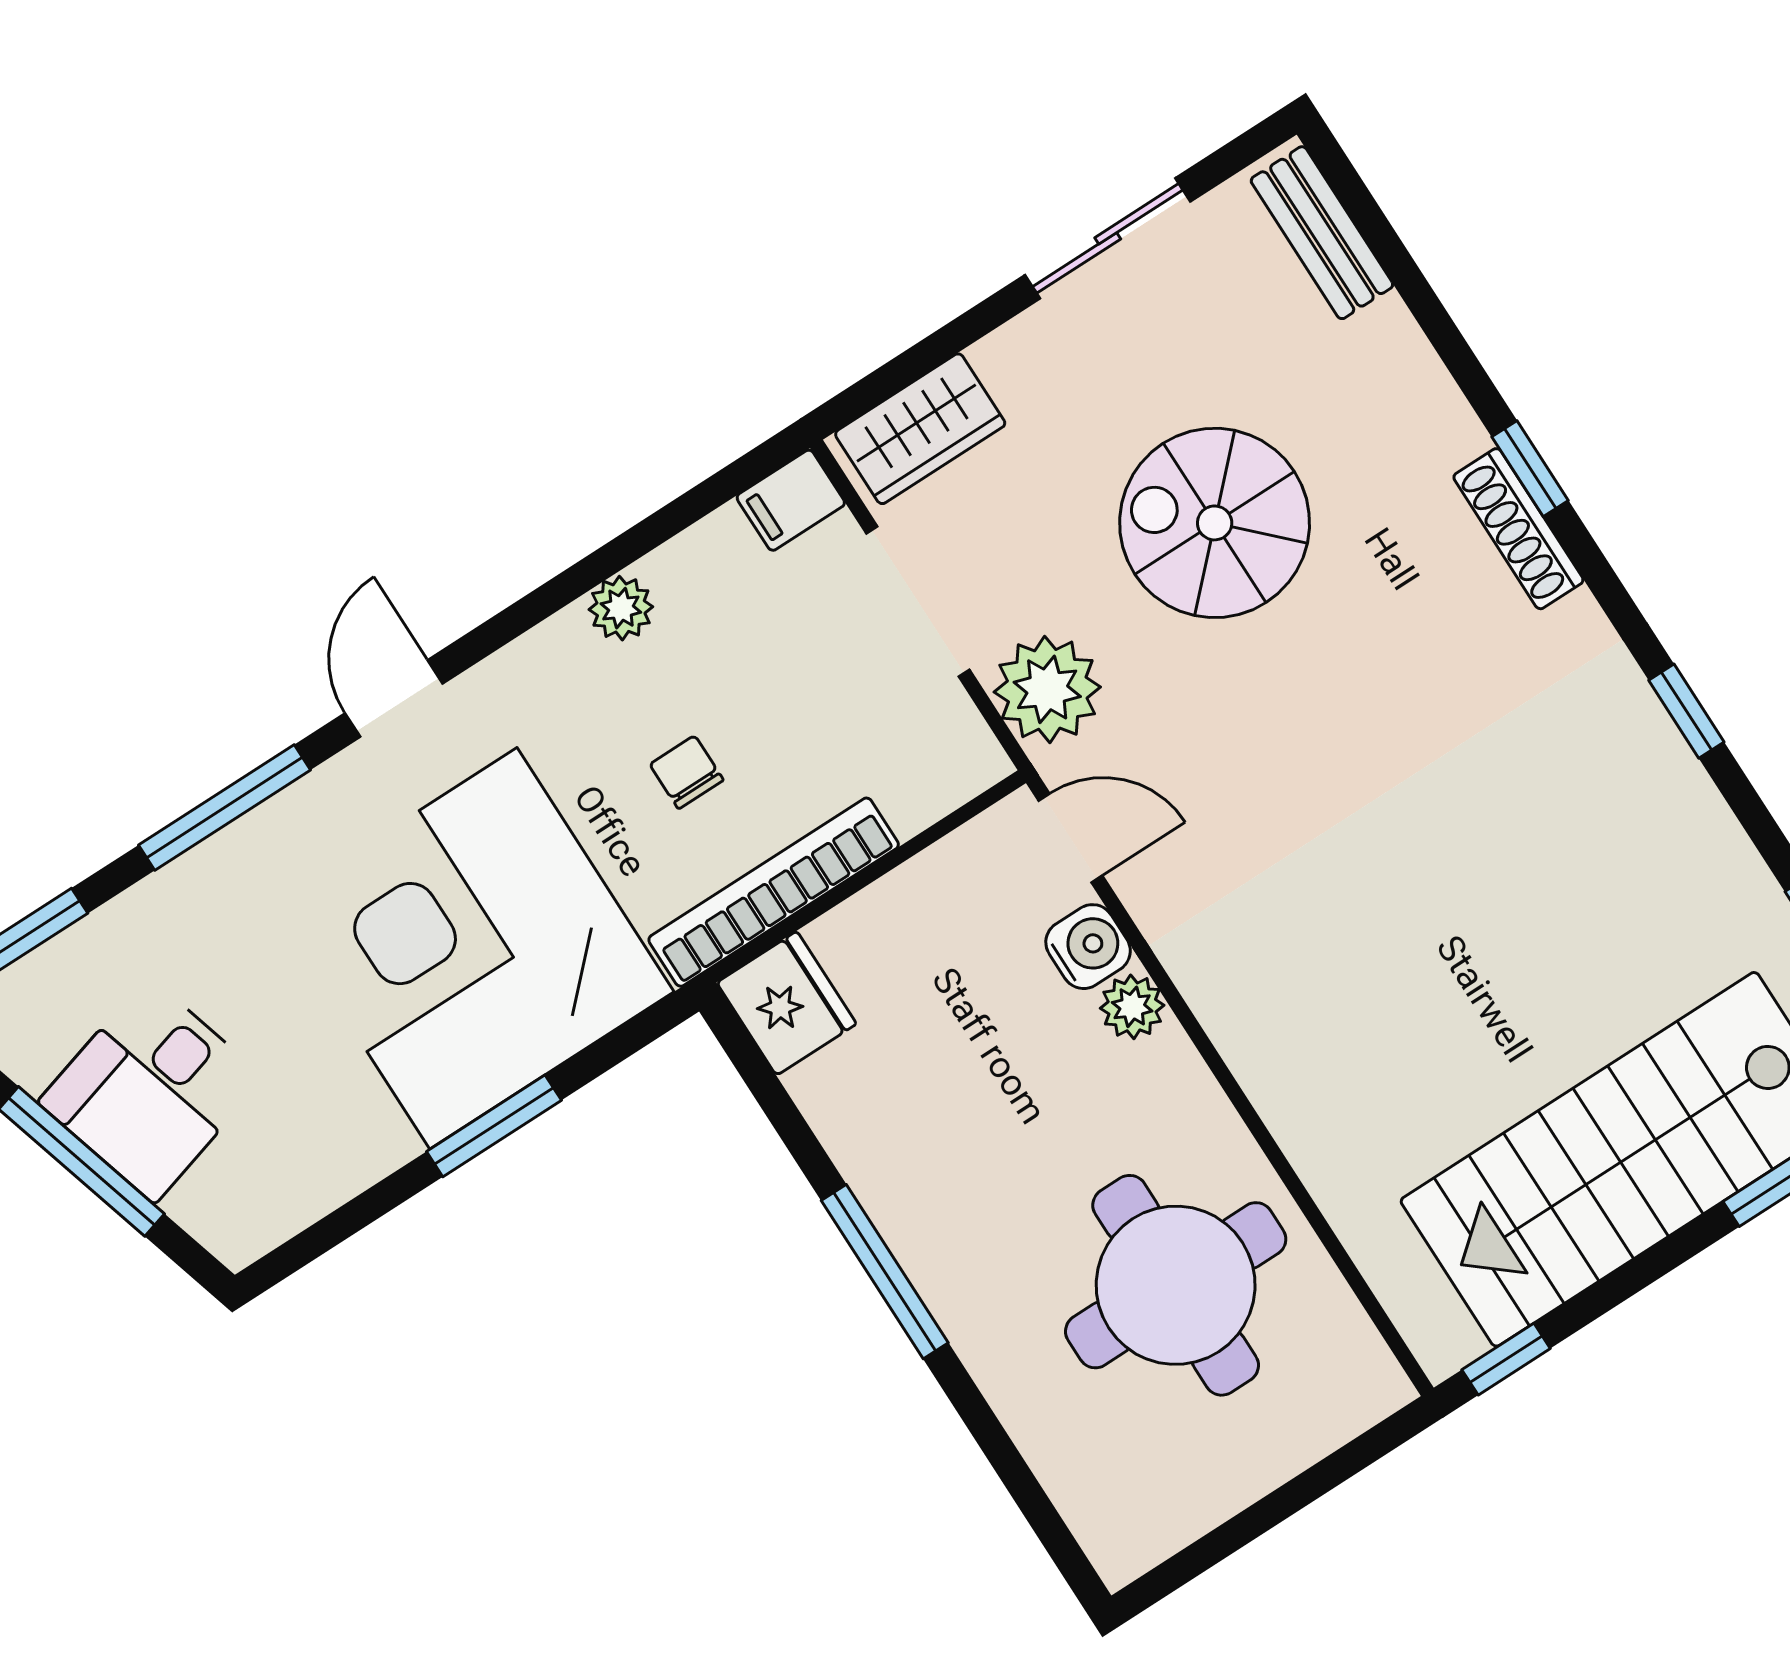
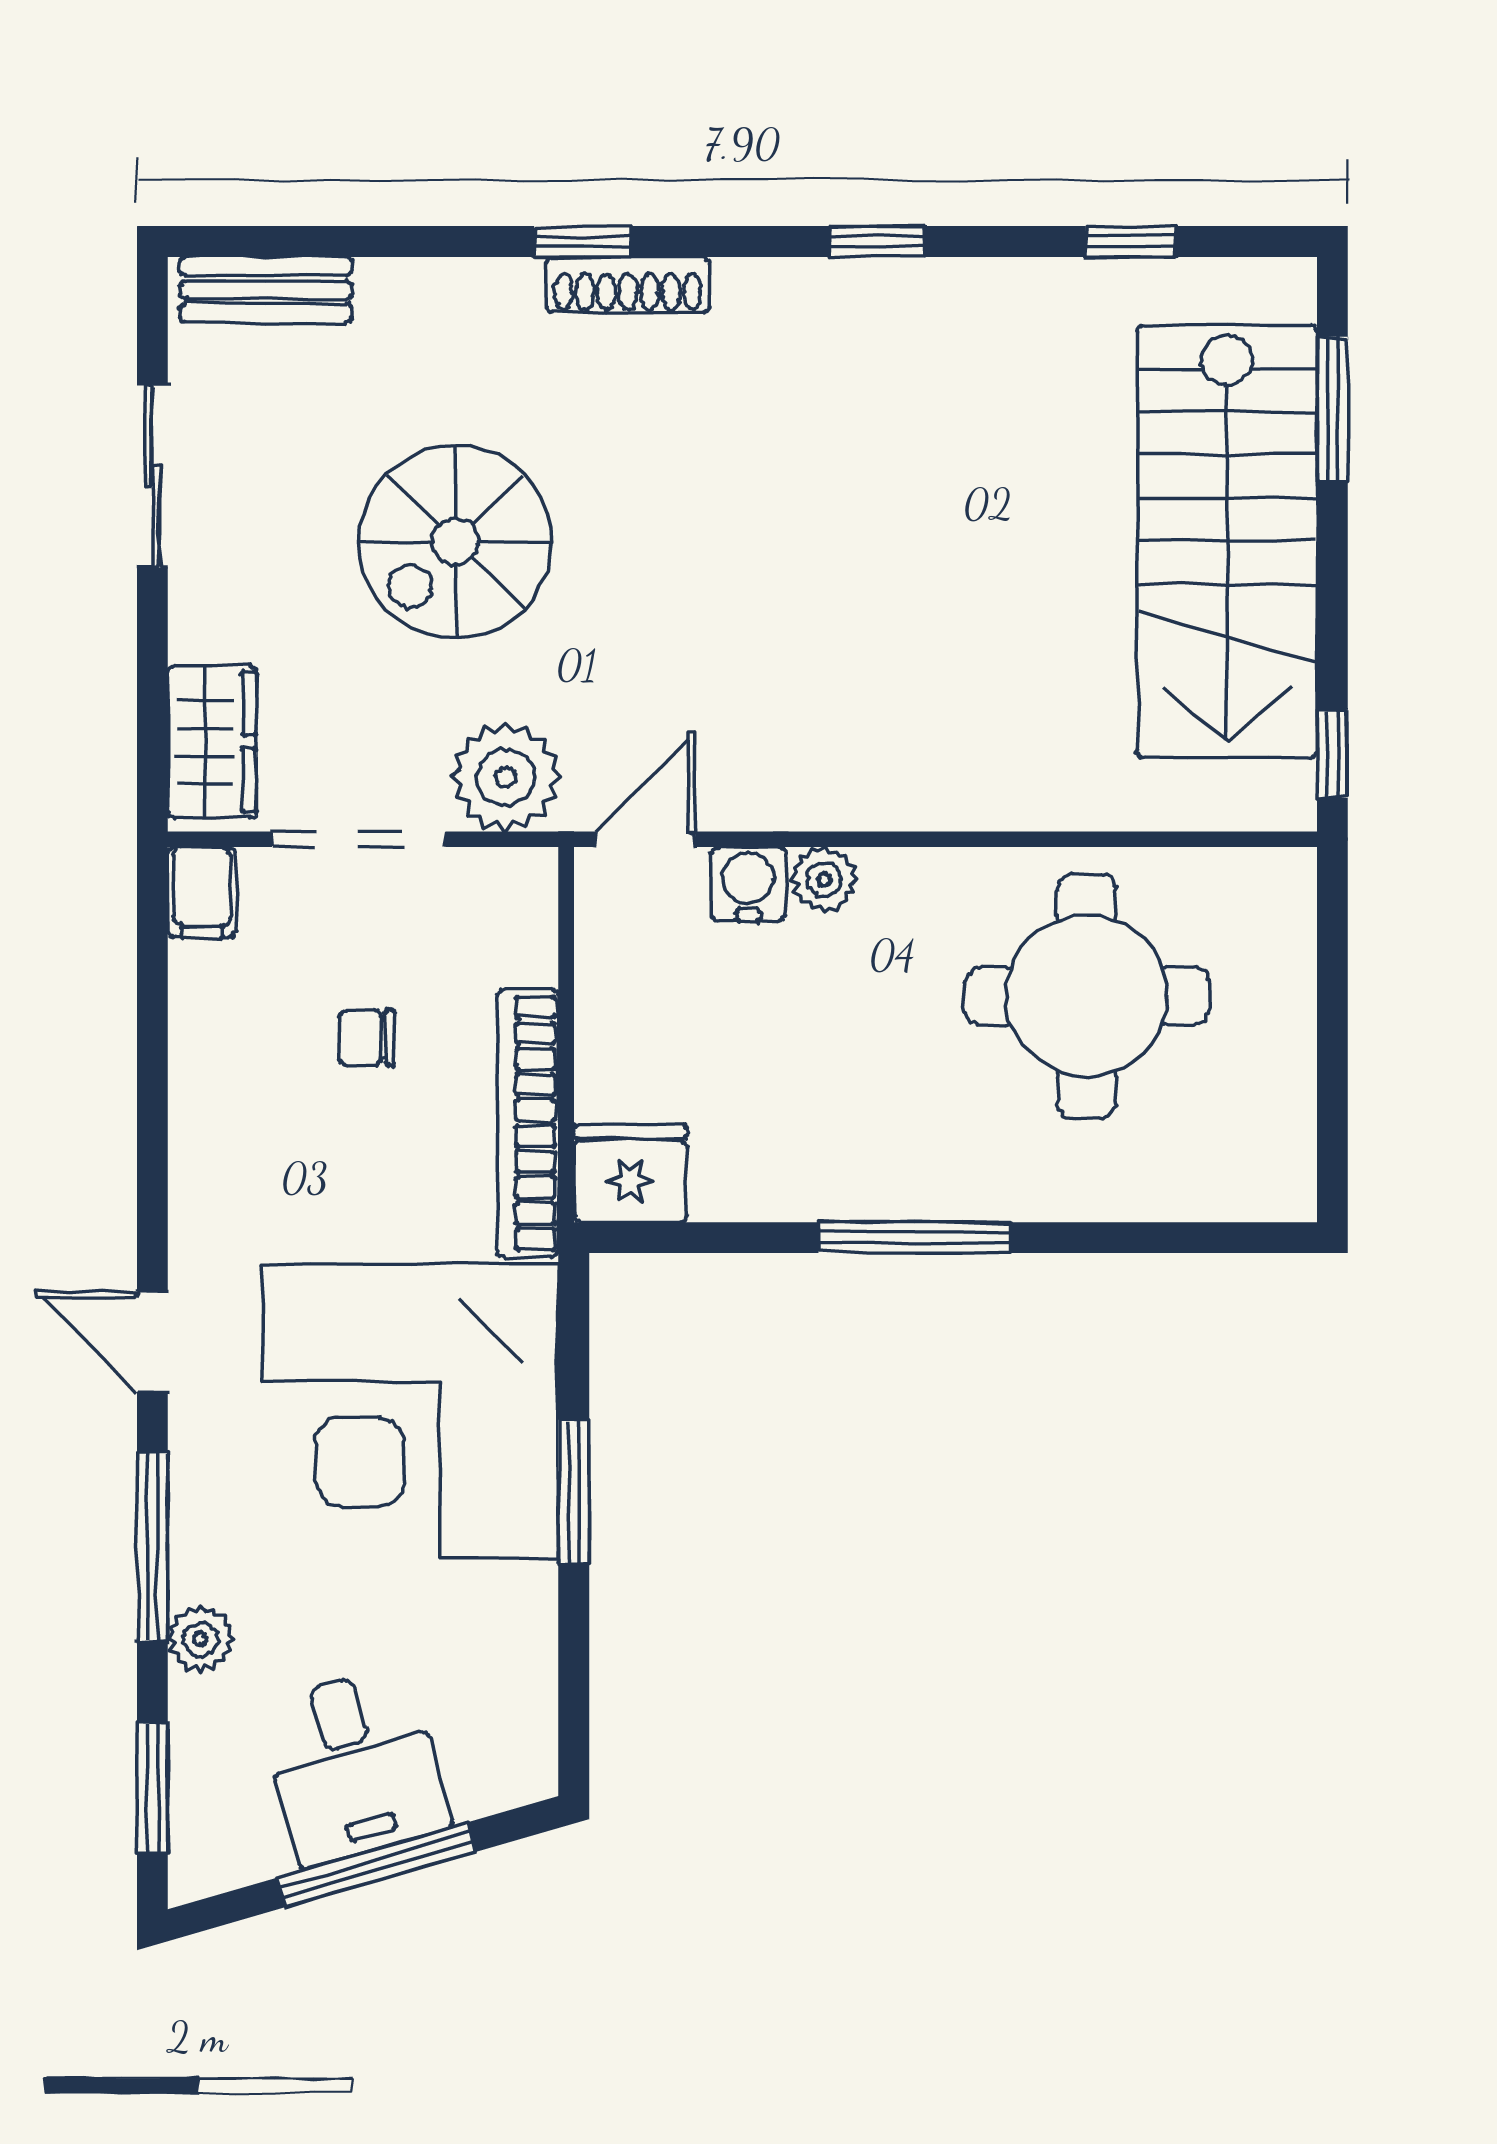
plant: (621, 608) -> (200, 1639), moved
chair: (687, 772) -> (367, 1038), moved

